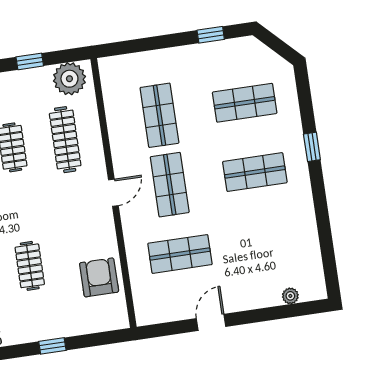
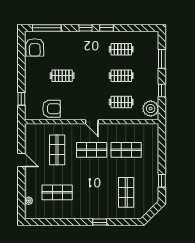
clothes rail: (65, 140) -> (121, 102), width x0.73
shop shelf: (255, 172) -> (57, 192), moved, turned 90
window: (52, 346) -> (21, 99), moved

